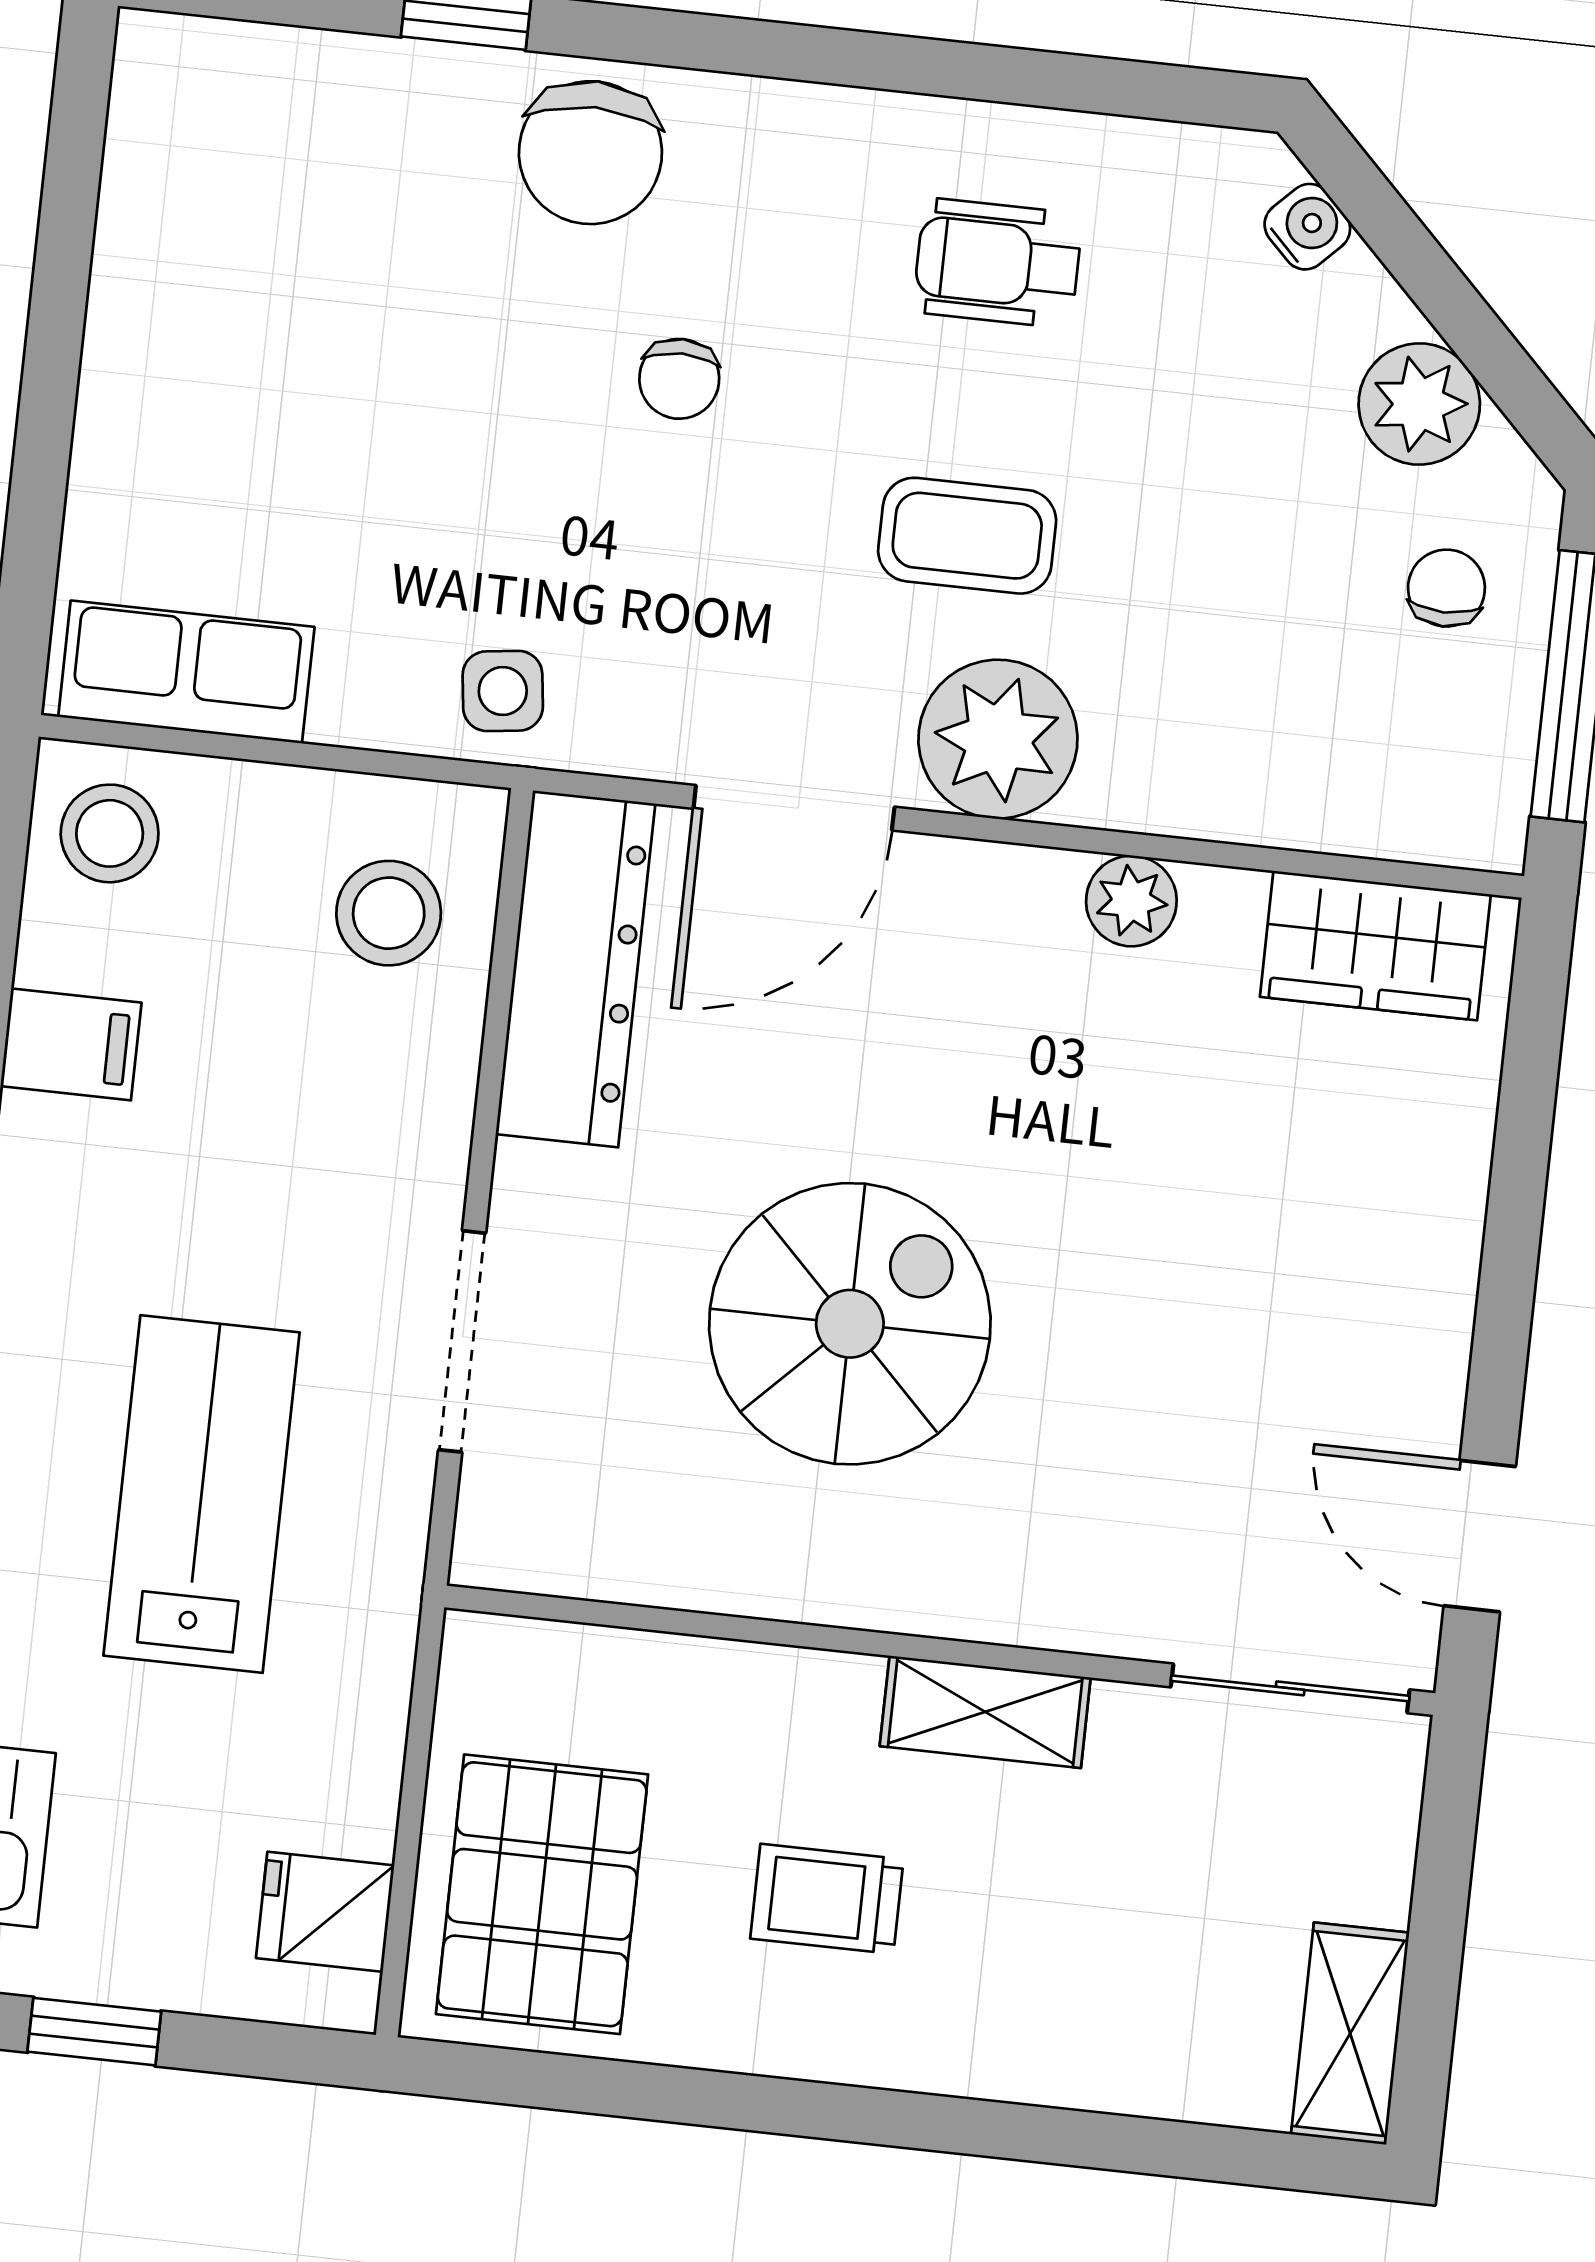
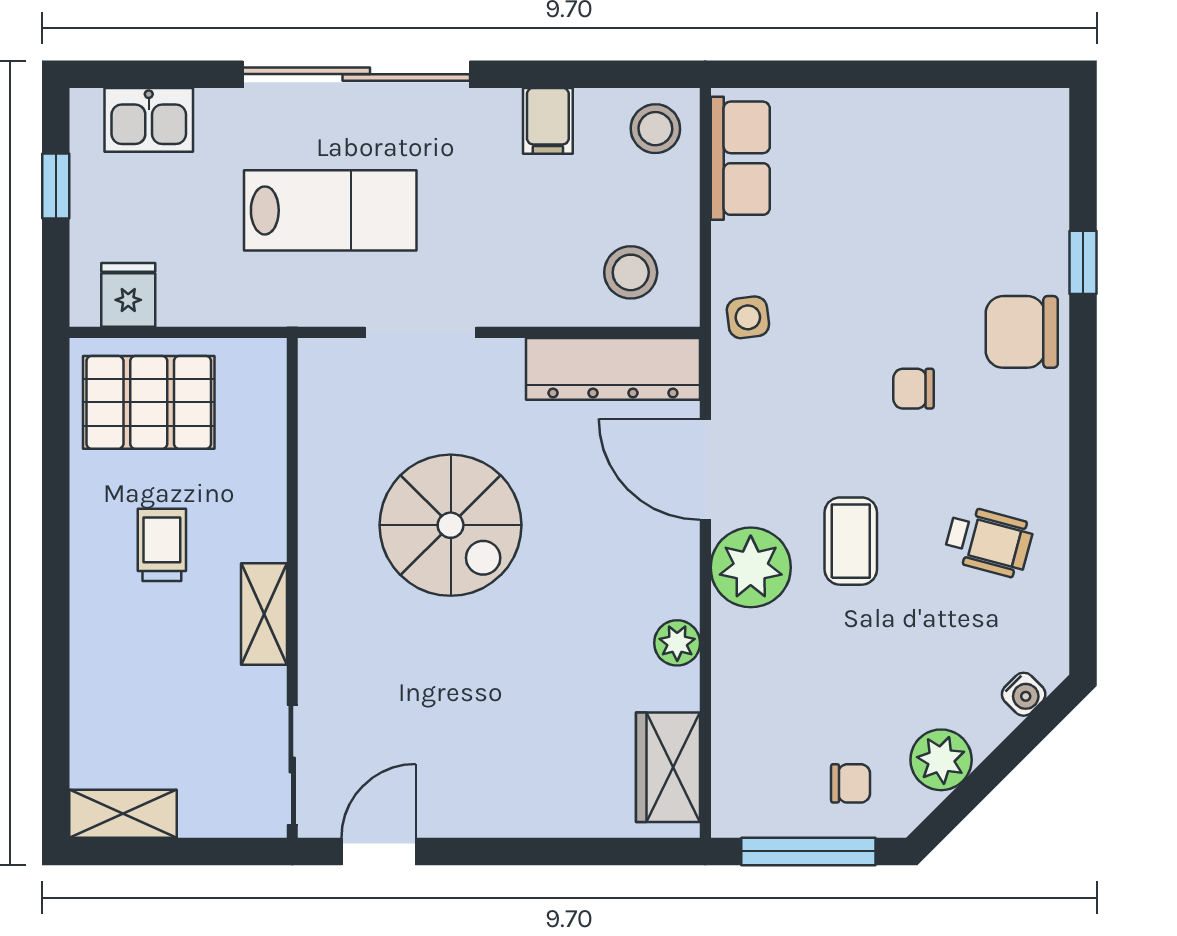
wheelchair: (998, 263) -> (989, 541), turned 105

